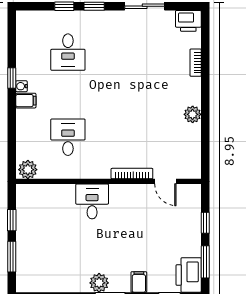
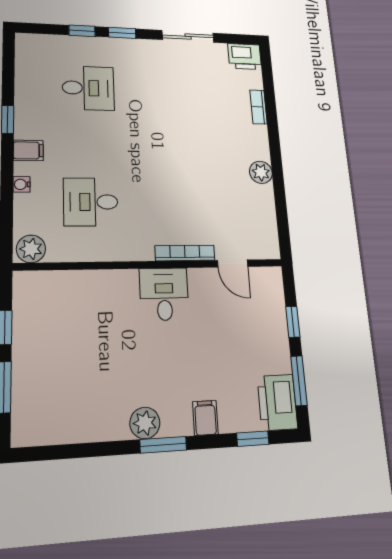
desk: (68, 52) -> (88, 88), turned -90
water cooler: (21, 86) -> (22, 184), moved
desk: (68, 137) -> (91, 202), turned -90
desk: (92, 201) -> (164, 294), moved

